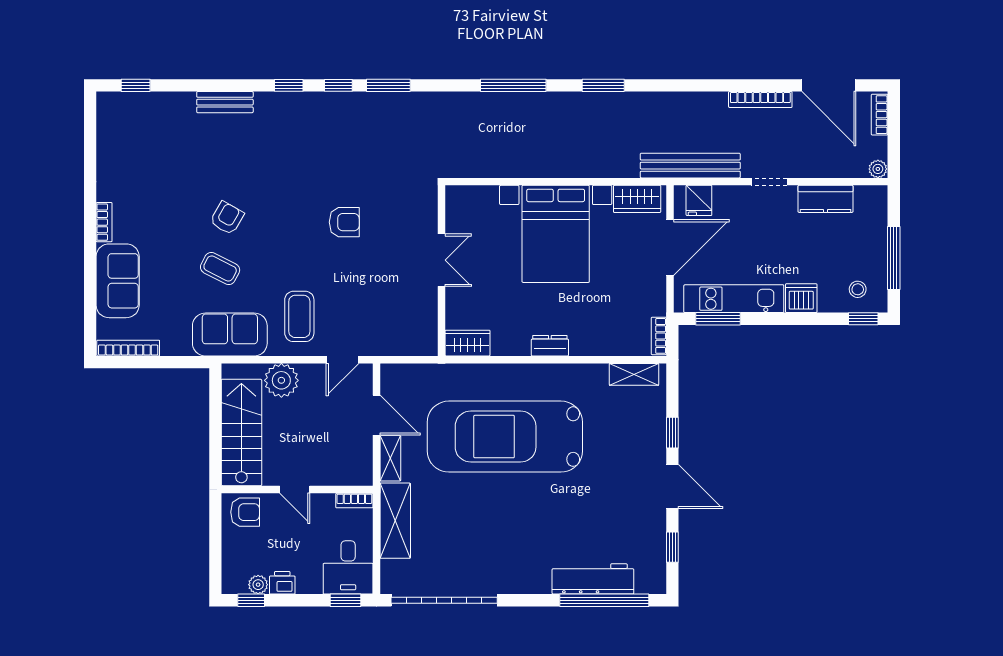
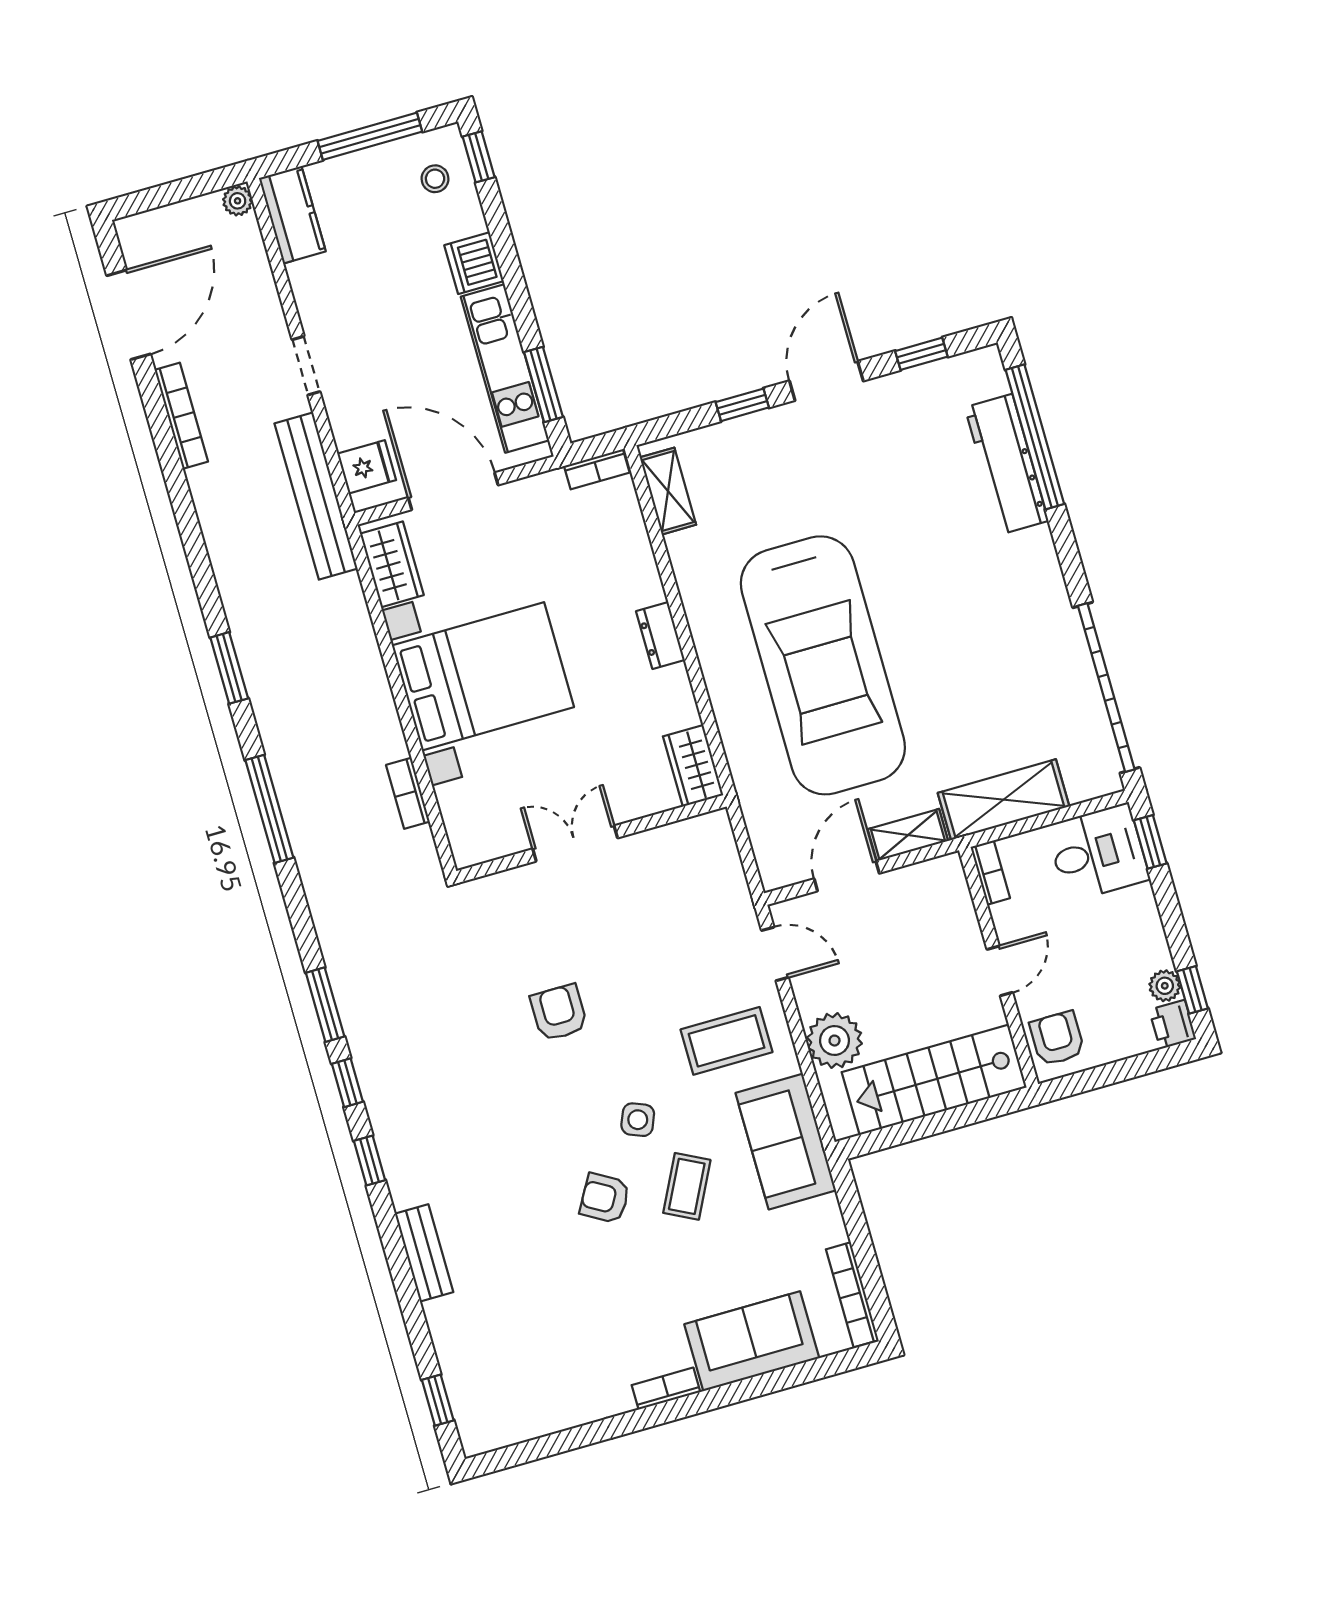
bookcase: (880, 115) -> (408, 793), moved, turned 90
kitchen counter: (826, 199) -> (292, 215), moved
side table: (268, 251) -> (638, 1120), added
printer: (282, 583) -> (1173, 1024), moved

